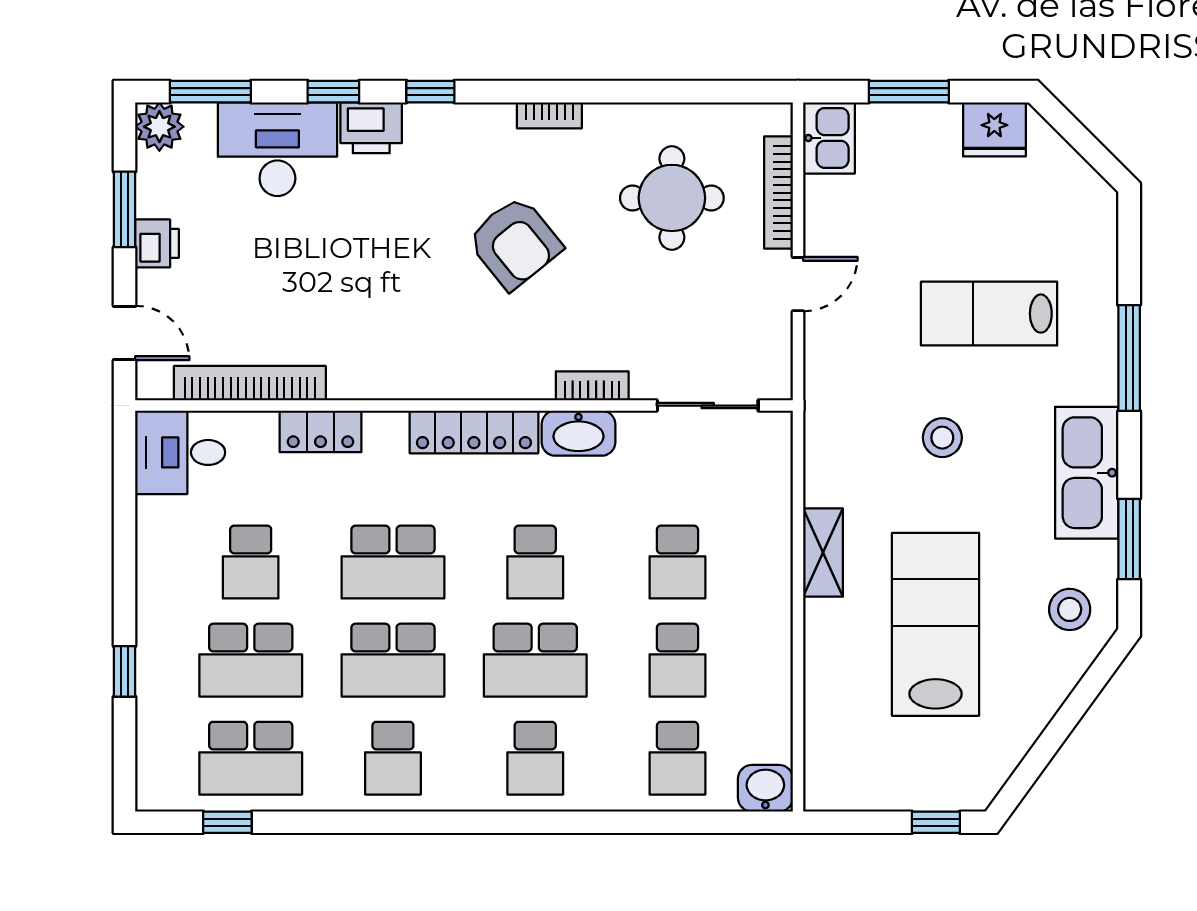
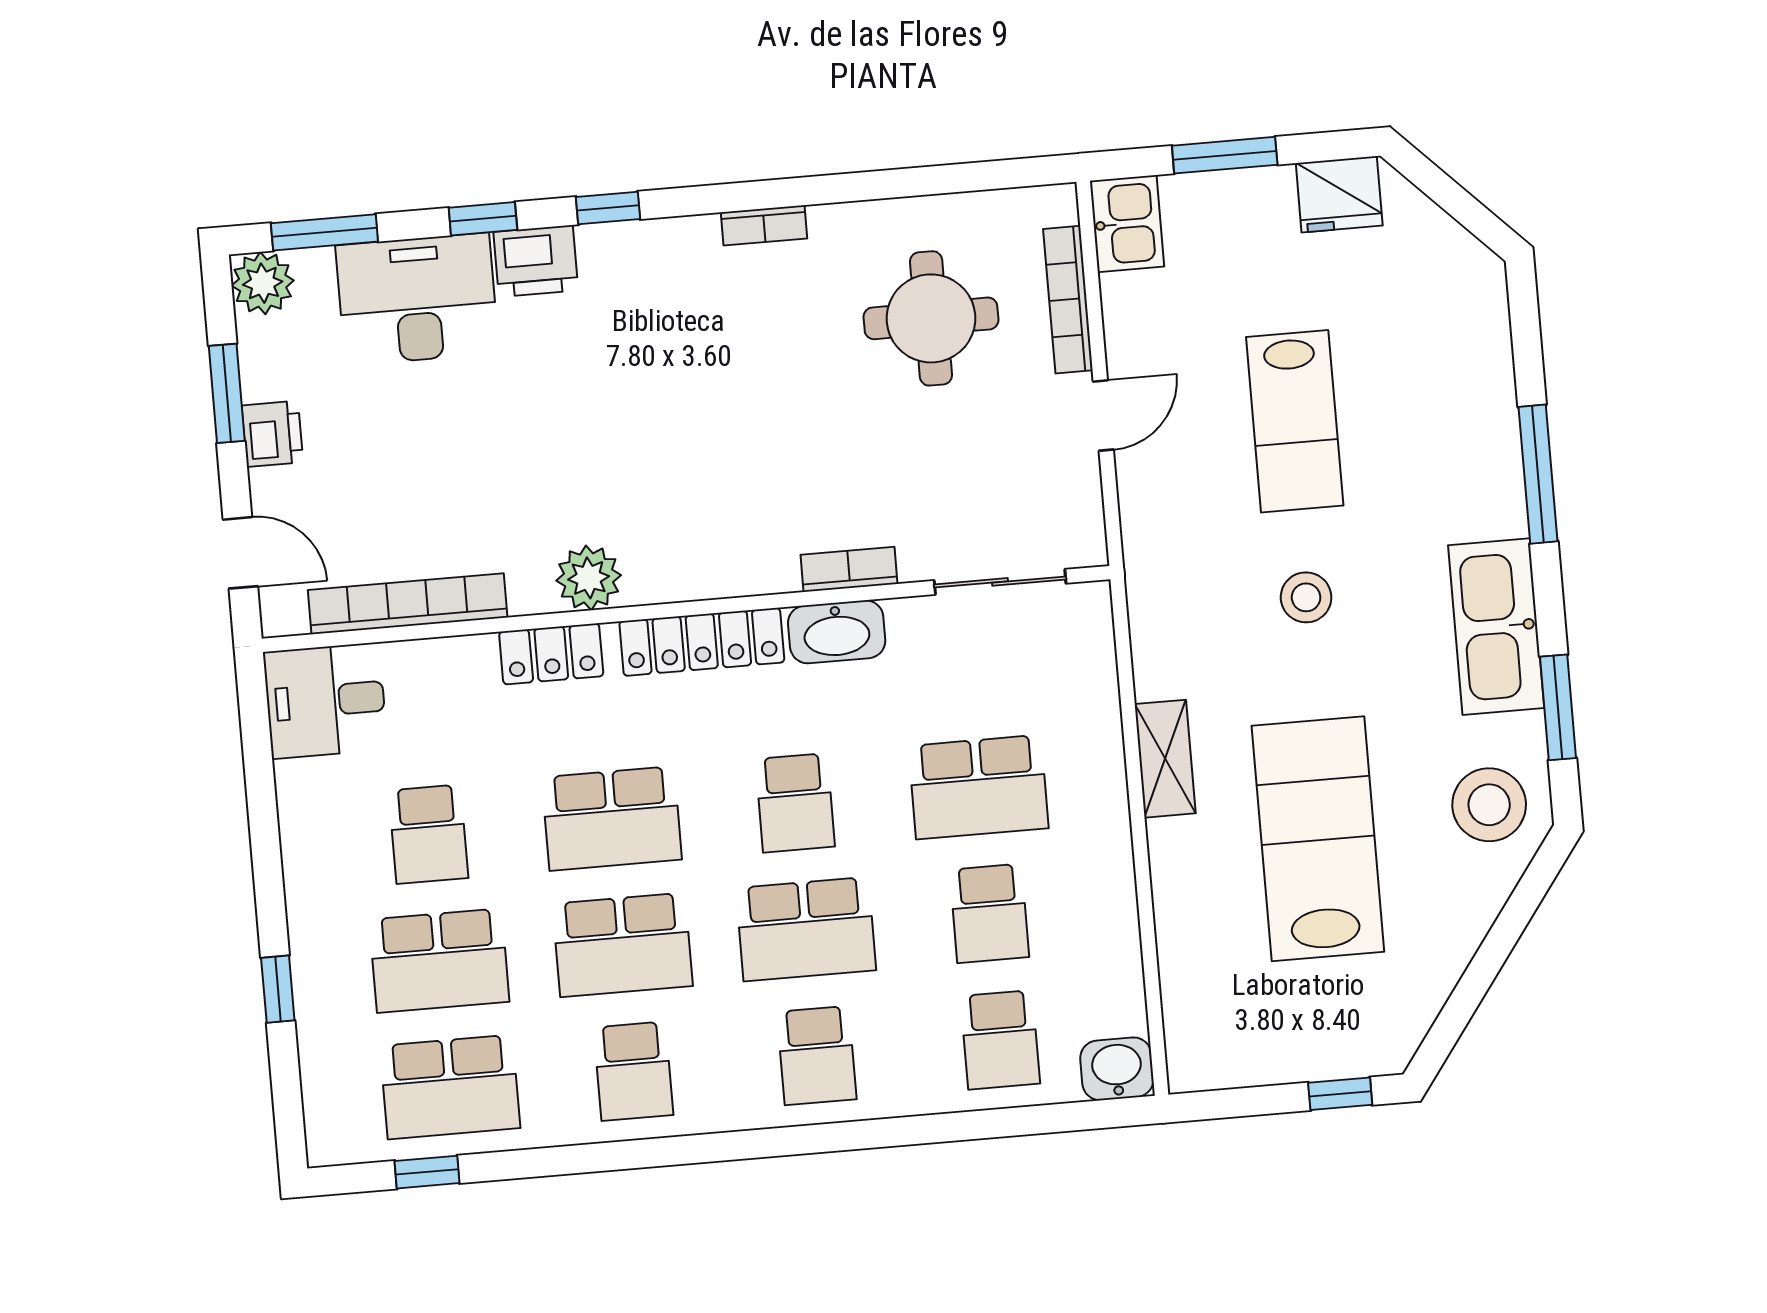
armchair: (515, 243) -> (733, 394), removed
lab bench: (989, 314) -> (1295, 421), moved, turned -90
plant: (391, 375) -> (589, 578), added
locker: (320, 431) -> (551, 654), moved
school desk: (677, 562) -> (978, 787), width x1.85
stool: (1070, 609) -> (1489, 805), width x1.38, depth x1.38

